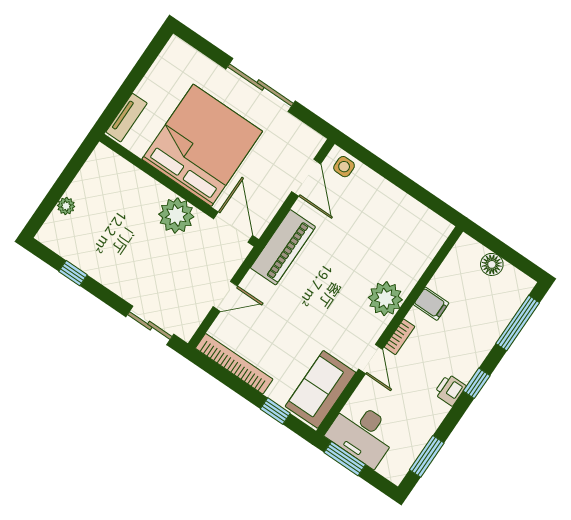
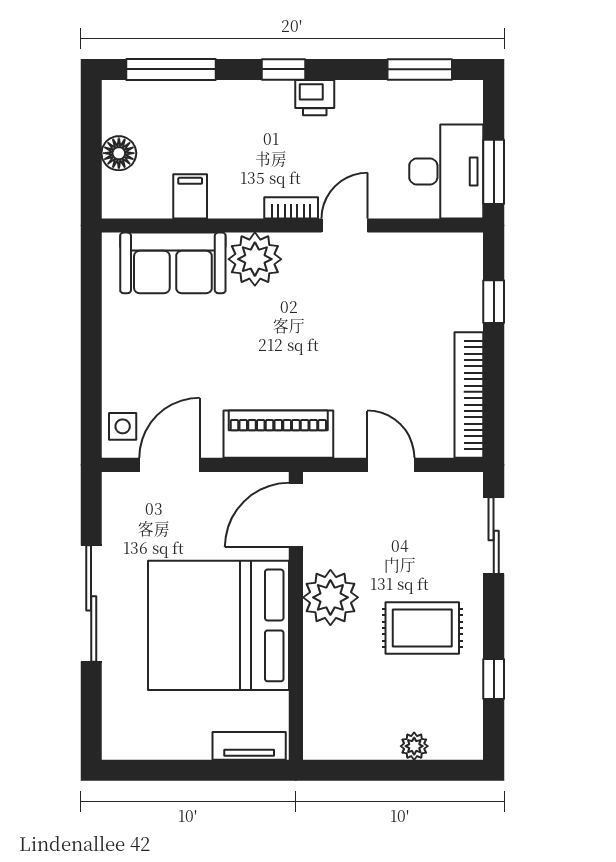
rug: (126, 253) -> (422, 628), added
filing cabinet: (431, 304) -> (190, 196), moved
sofa: (320, 389) -> (173, 263), moved

